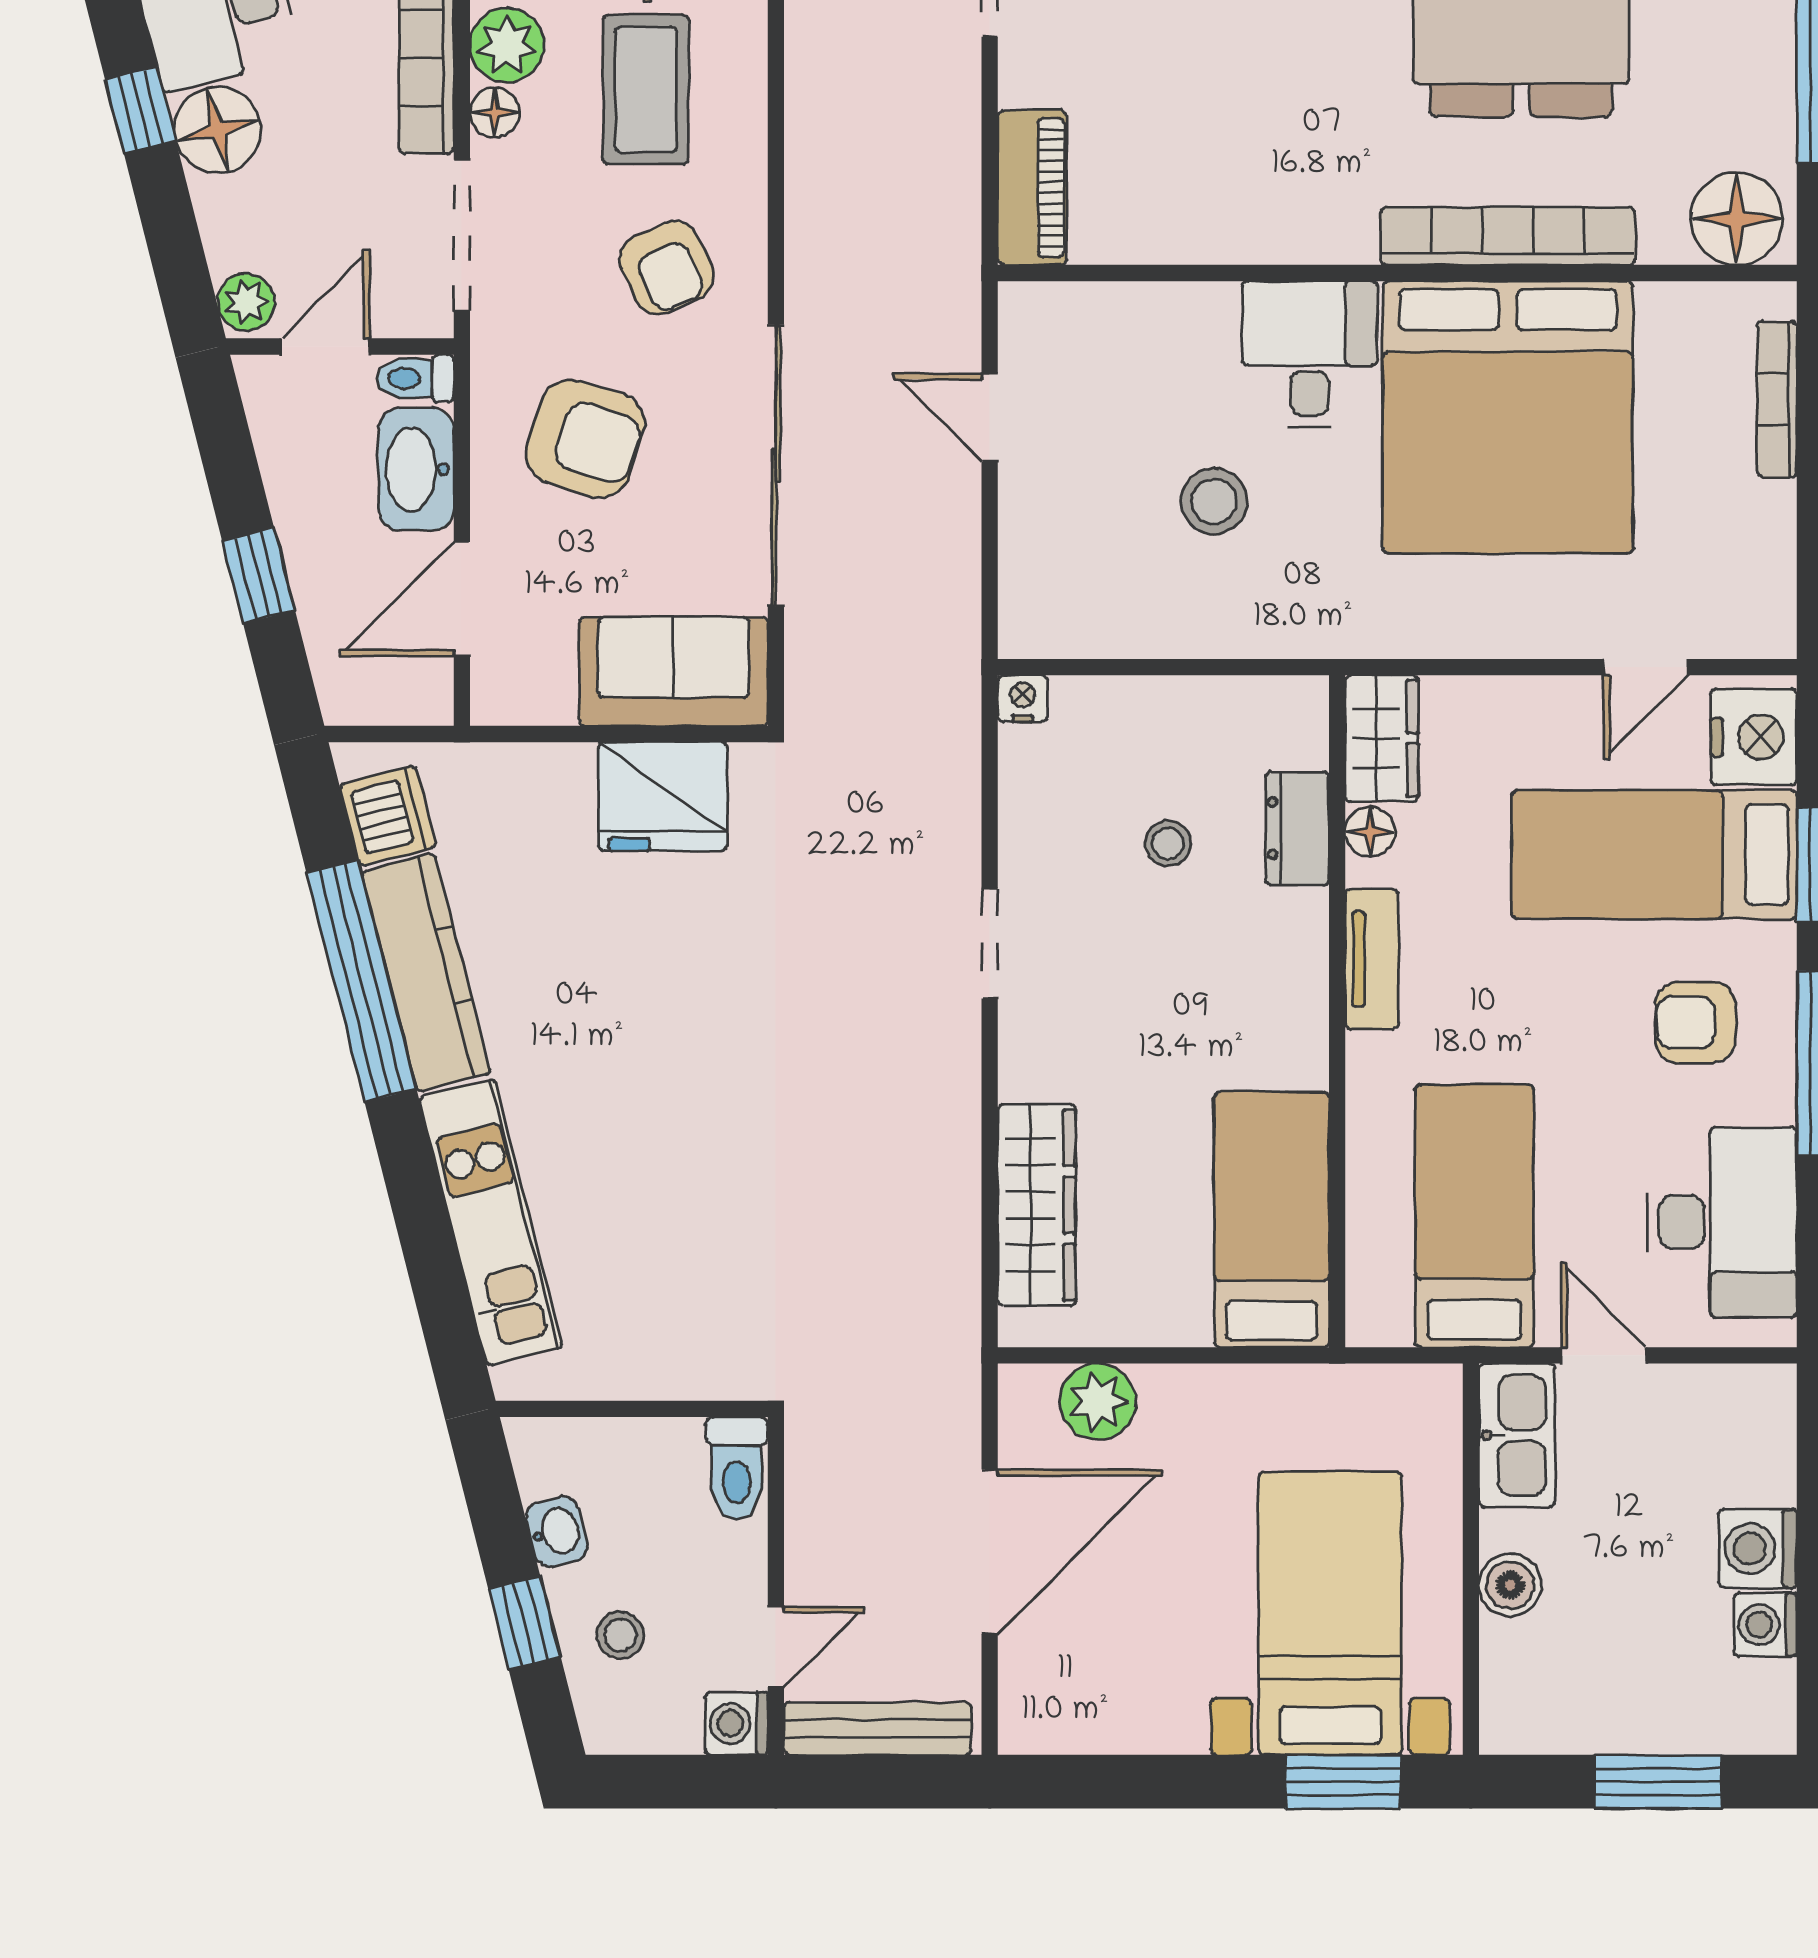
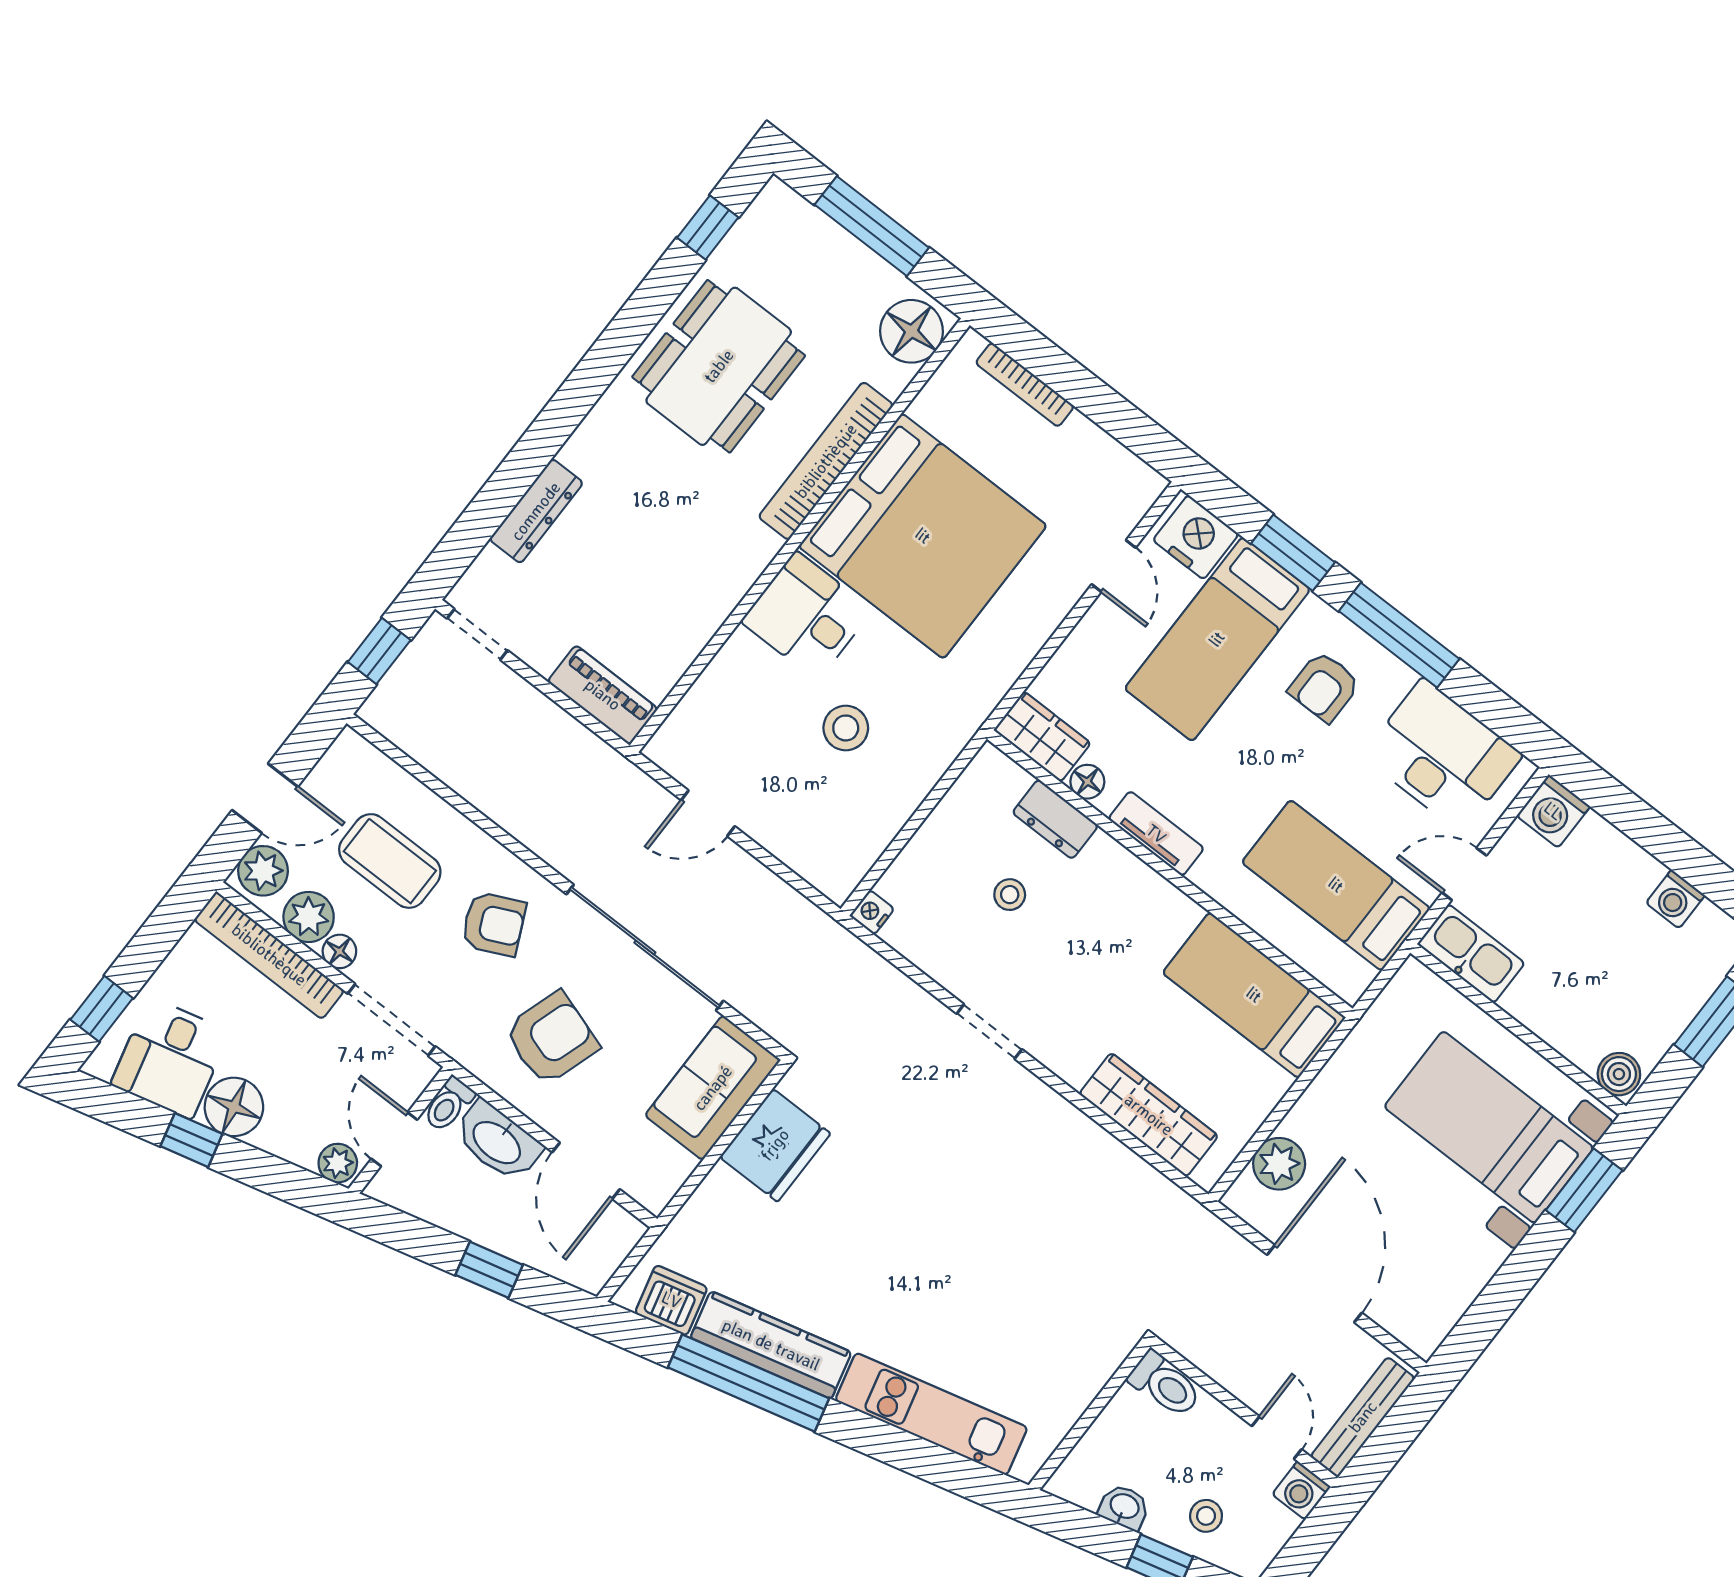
washing machine: (1758, 1549) -> (1553, 811), moved
boiler: (1510, 1585) -> (1619, 1074), moved

